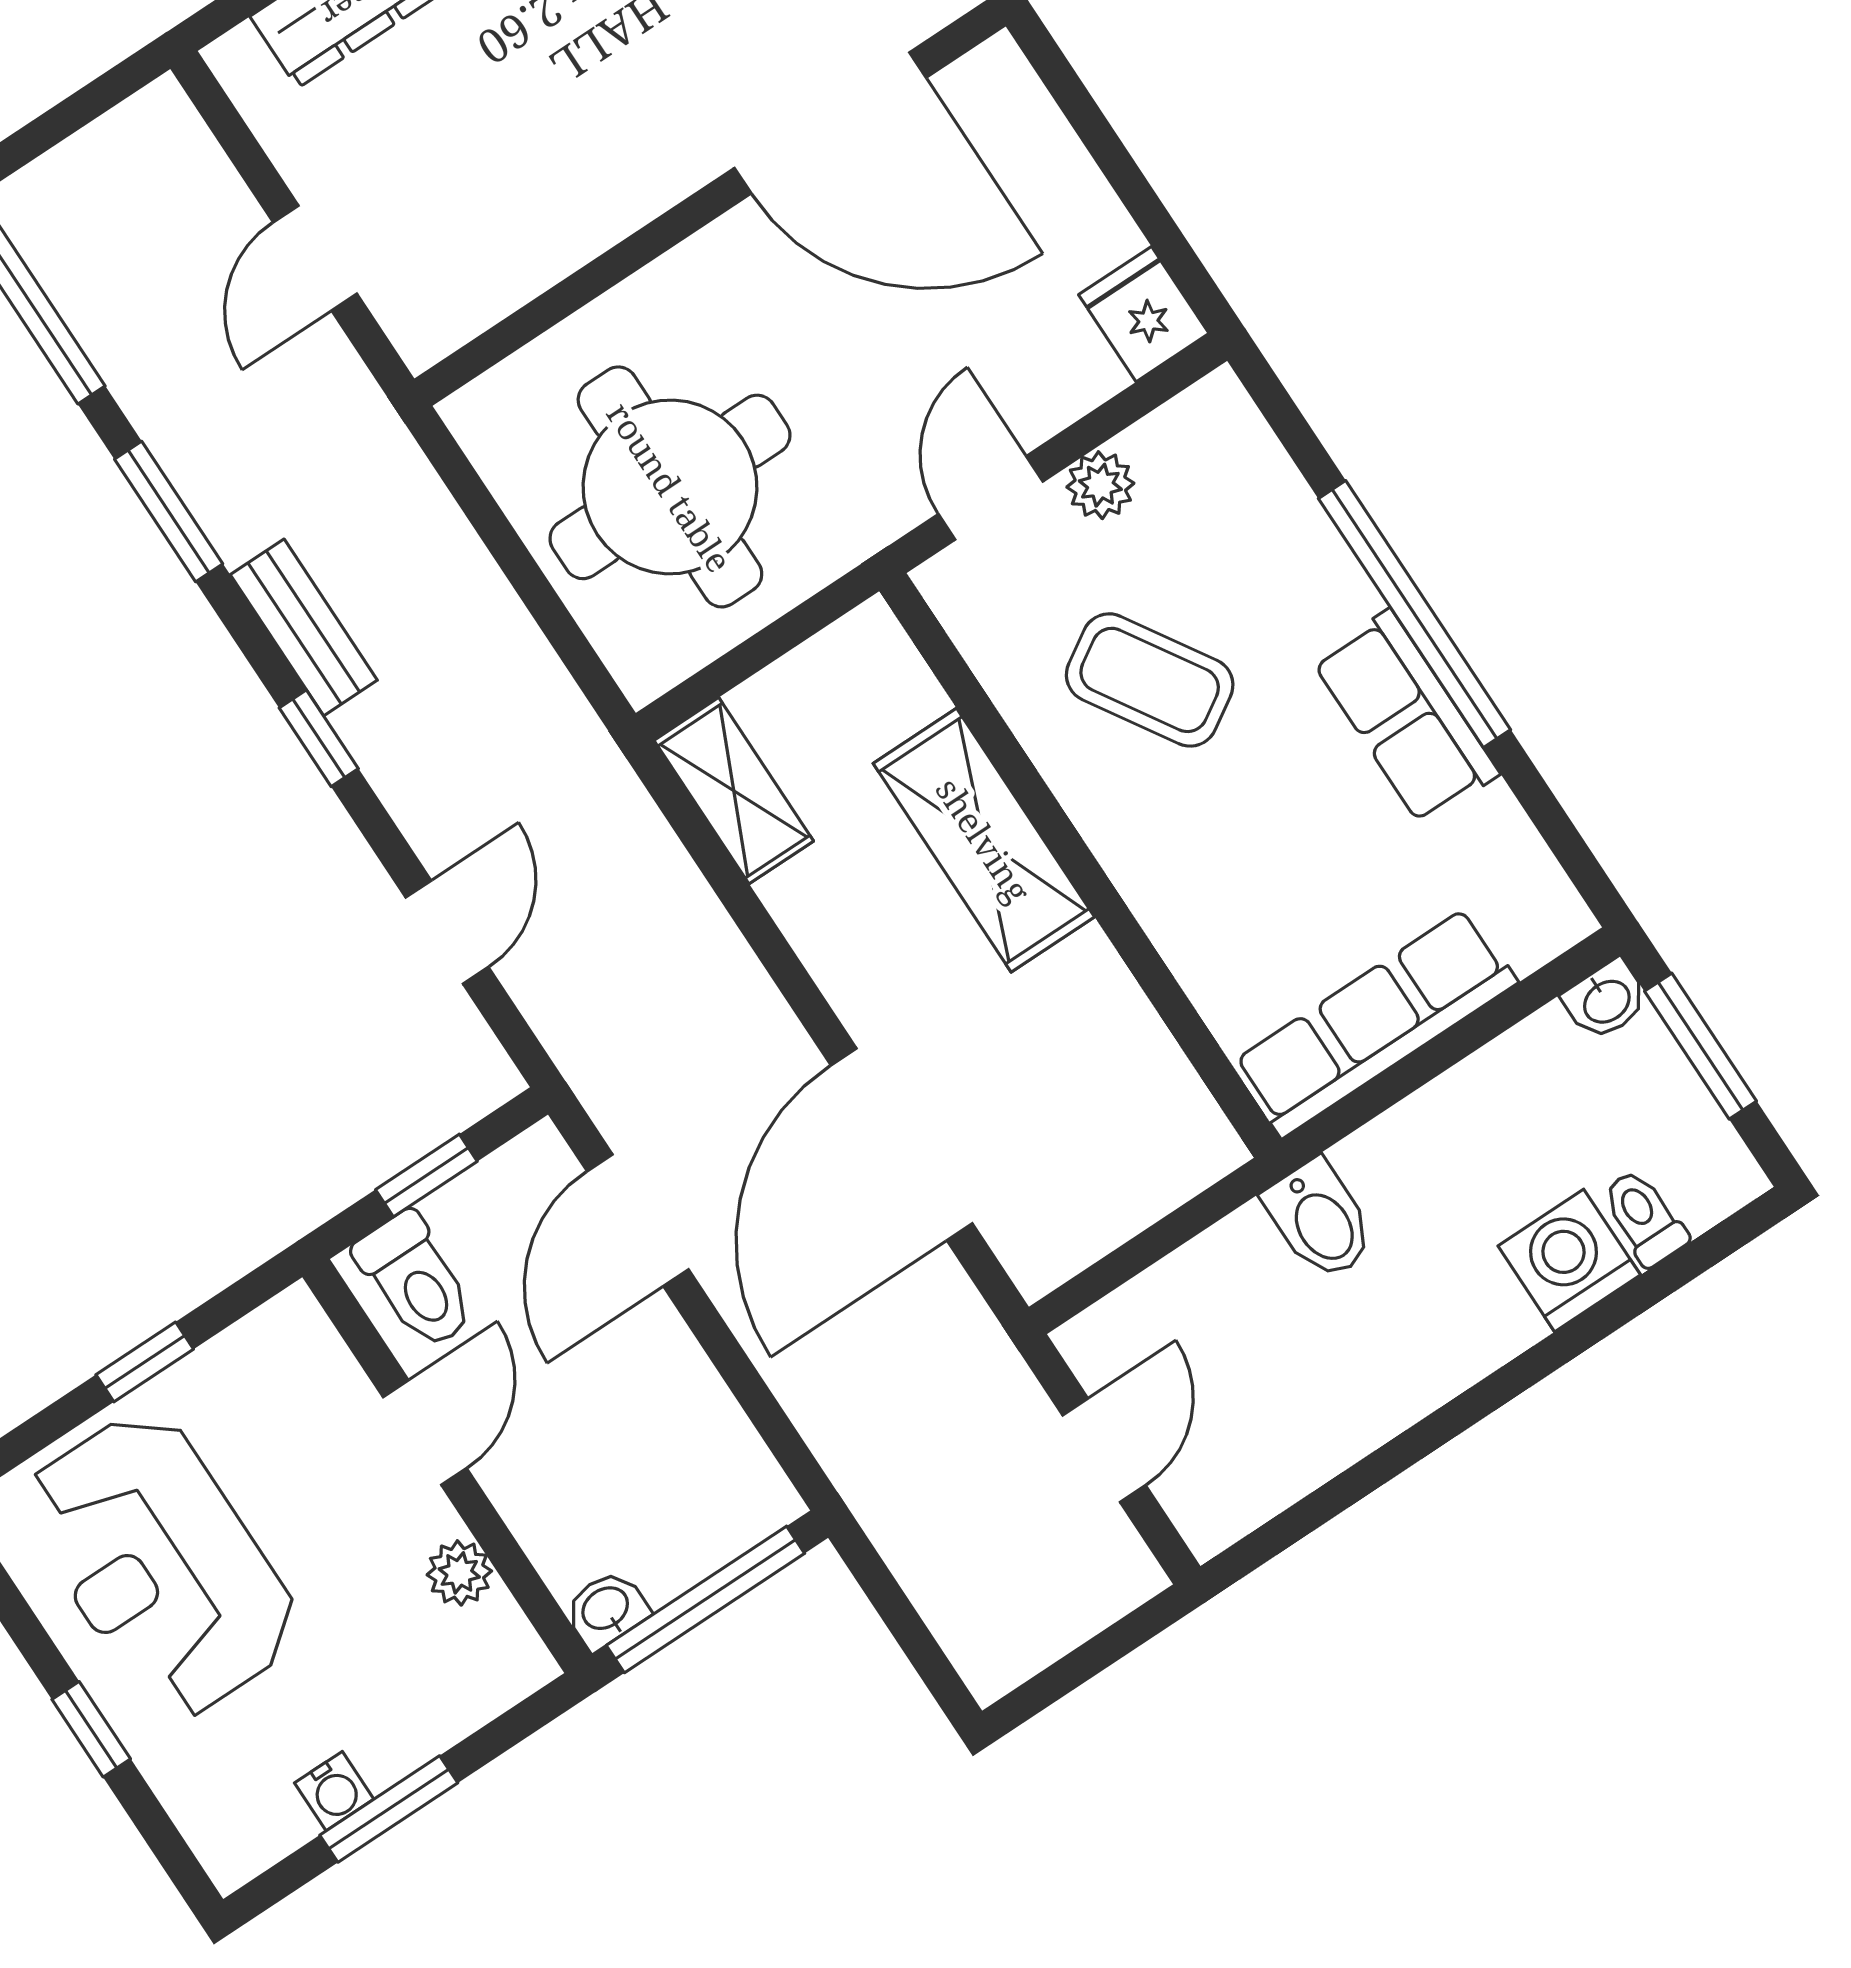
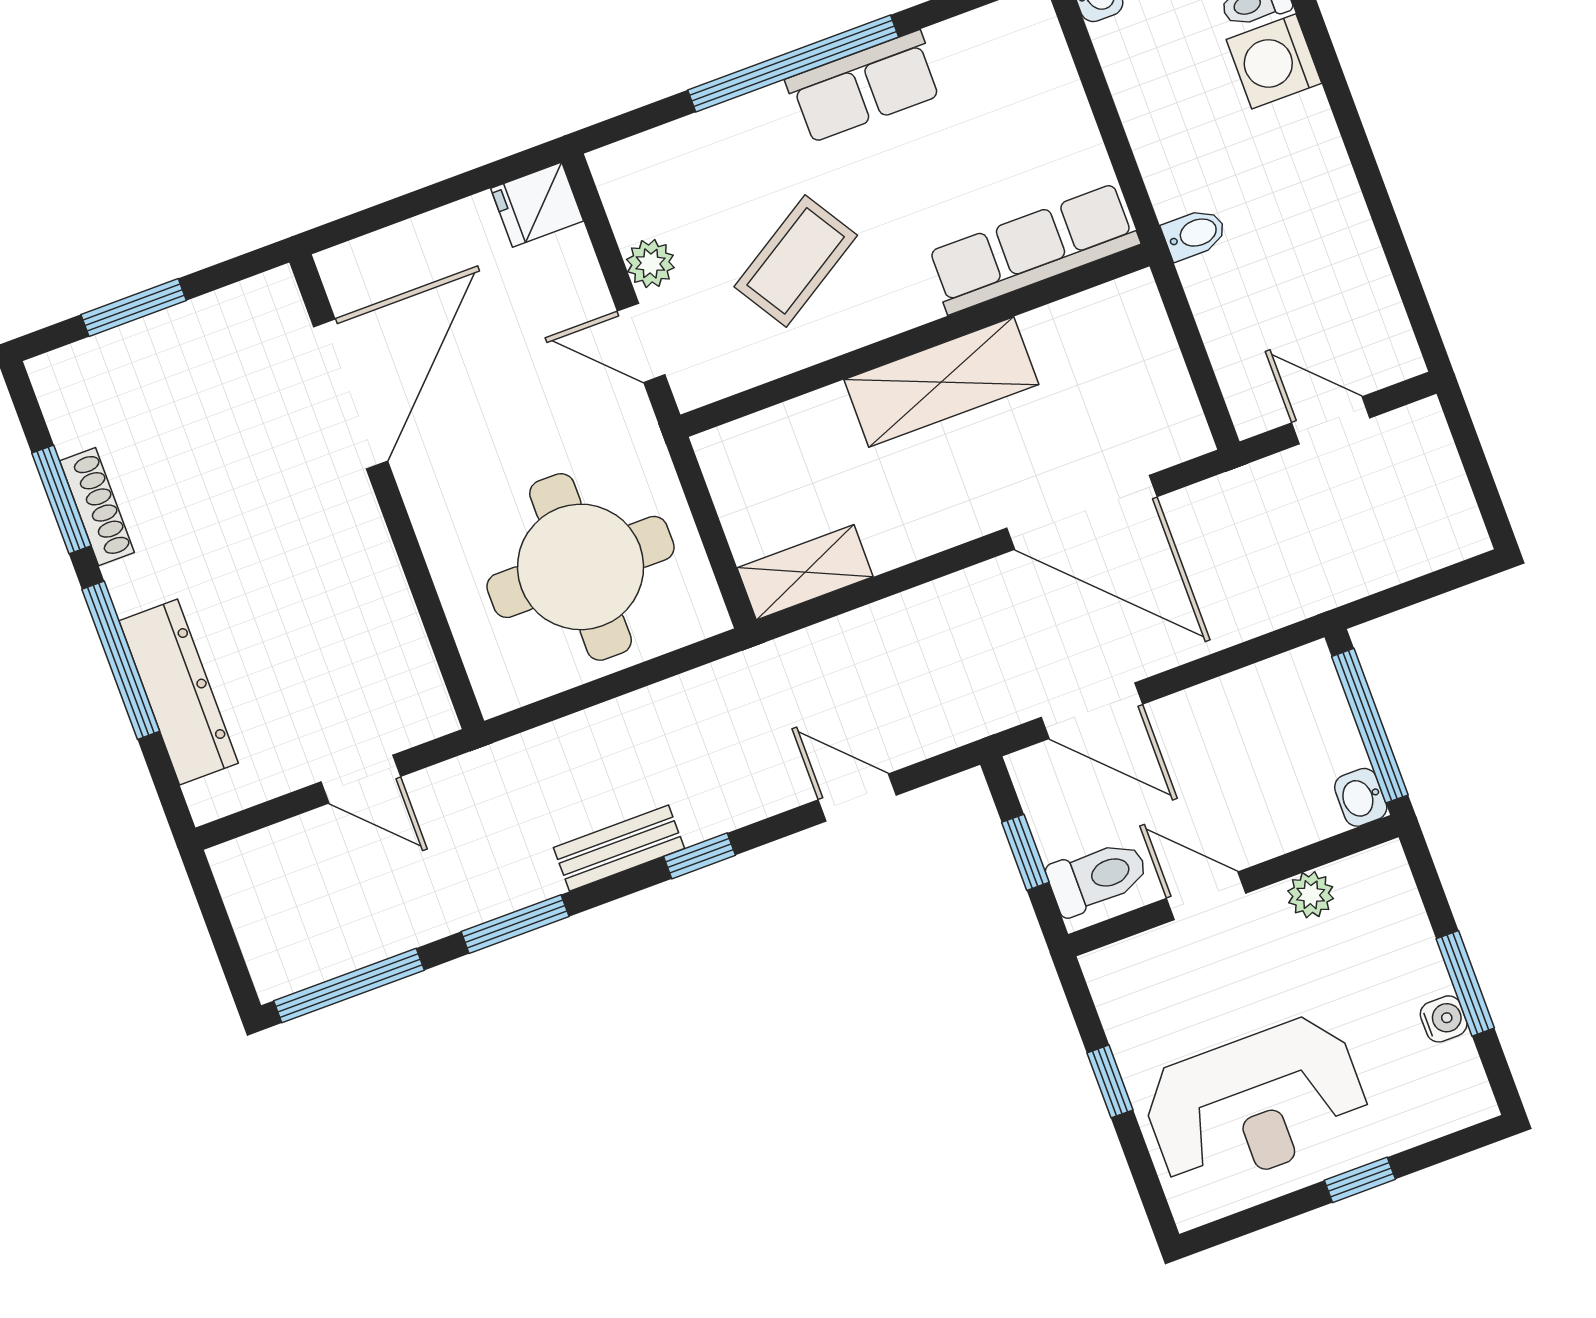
shelving: (984, 840) -> (941, 382), moved
row of seats: (1375, 1023) -> (1033, 249), moved, turned 90
bidet: (1320, 1220) -> (1194, 234), width x0.72, depth x0.74

